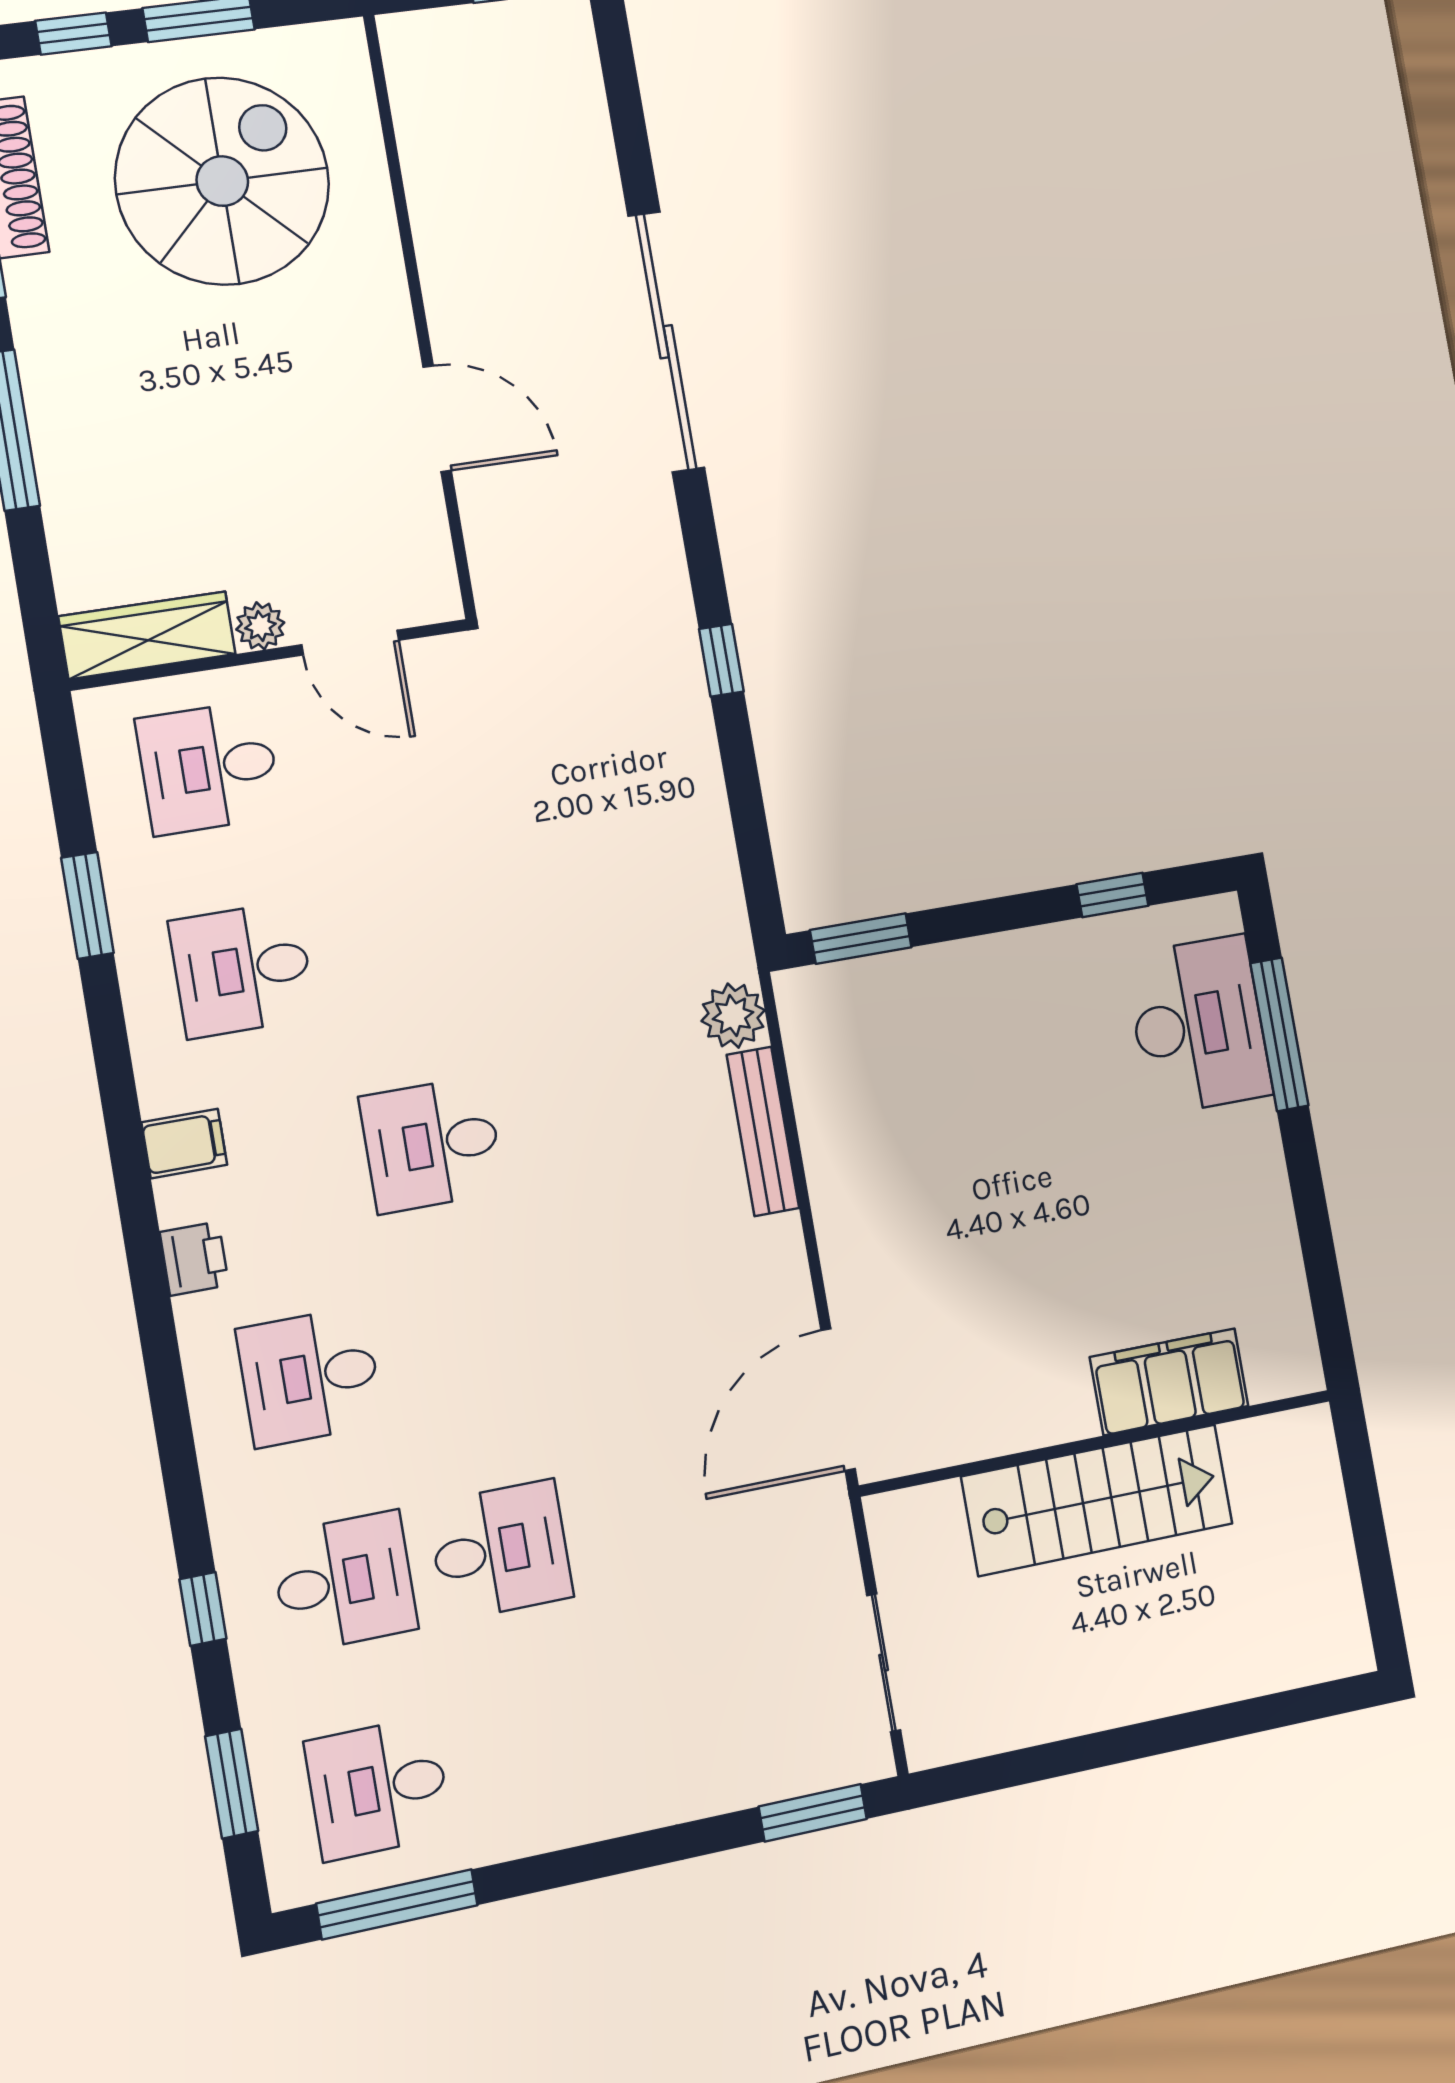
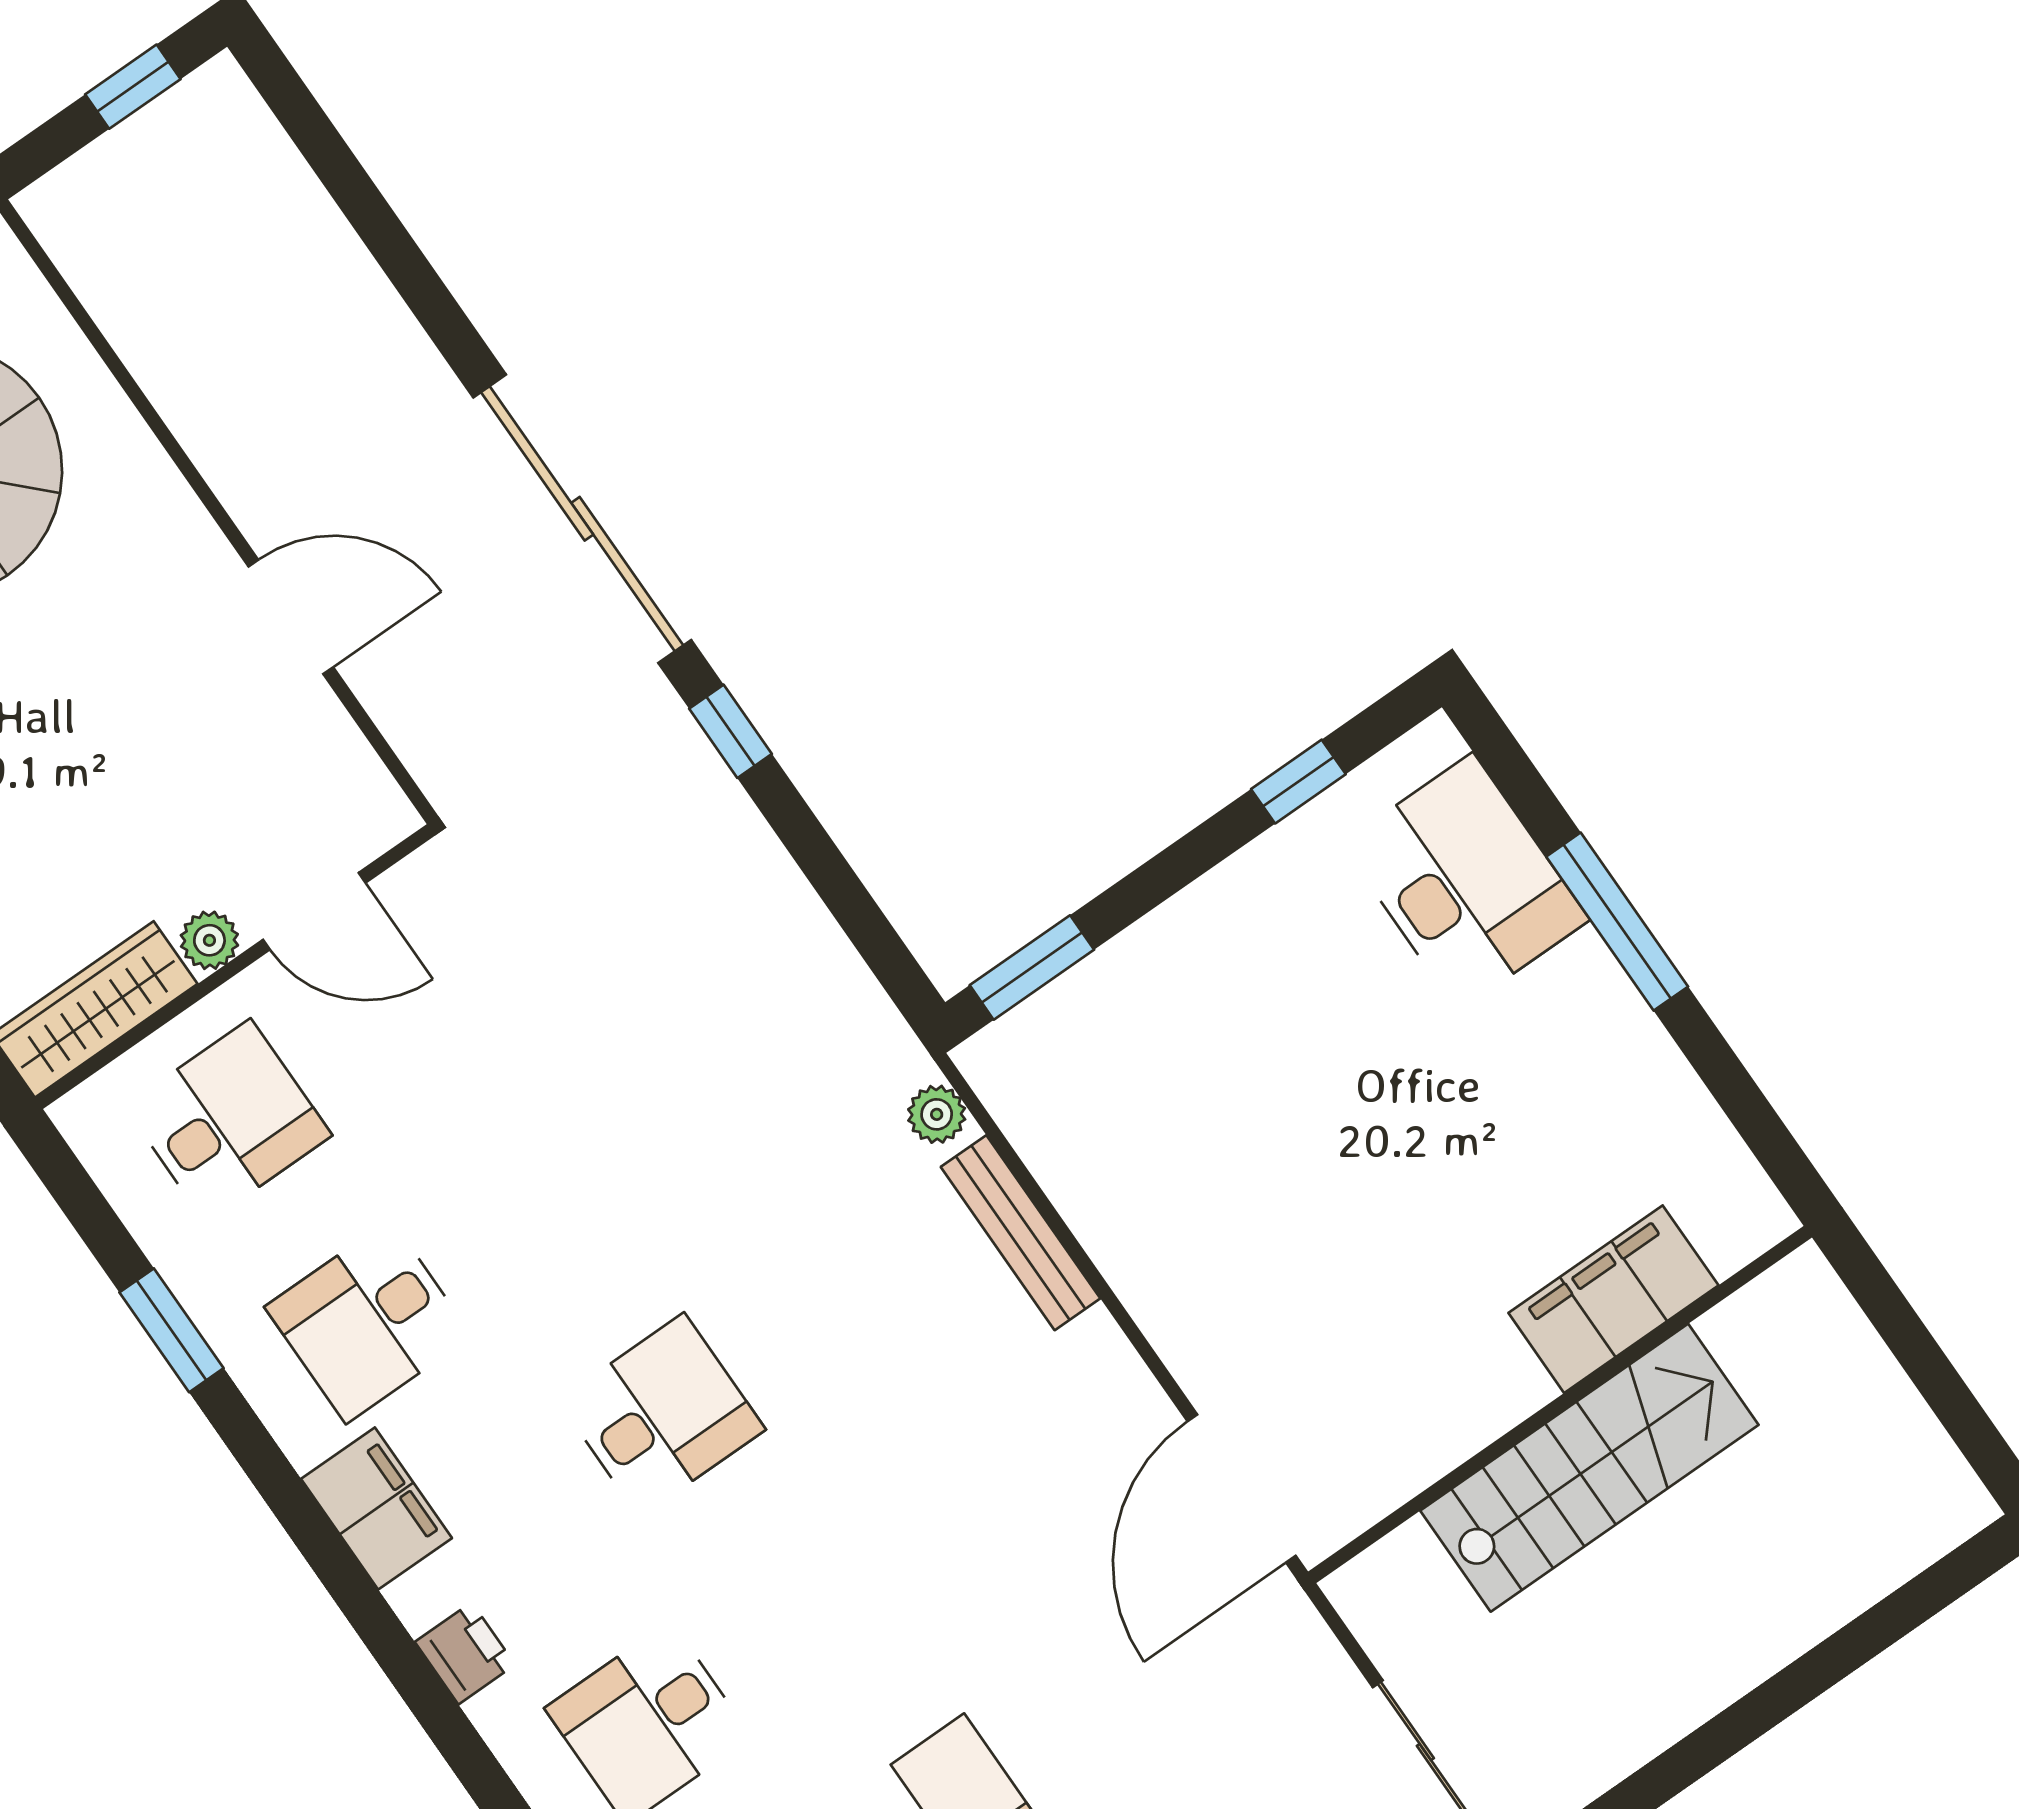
sliding door: (666, 342) -> (582, 519), moved
desk: (209, 768) -> (228, 1121), turned 180
plant: (733, 1016) -> (937, 1114), width x0.73, depth x0.73
window: (1279, 1034) -> (1617, 922), moved
filing cabinet: (184, 1144) -> (376, 1509), width x2.00
desk: (432, 1144) -> (662, 1415), turned 180

